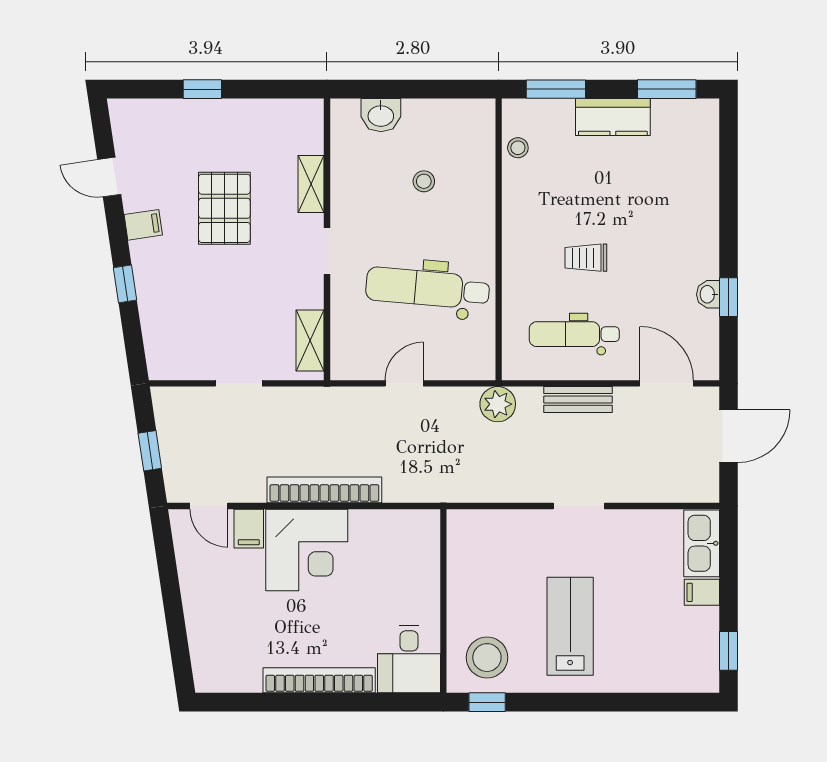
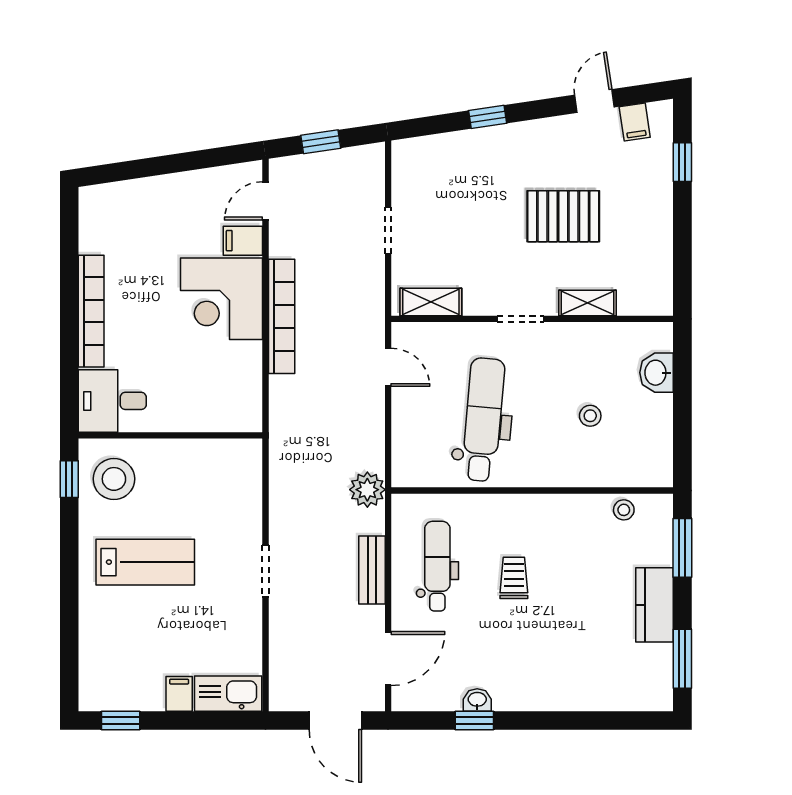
window: (202, 89) -> (682, 162), moved
filing cabinet: (143, 225) -> (635, 122), moved
door: (404, 383) -> (388, 367), moved

